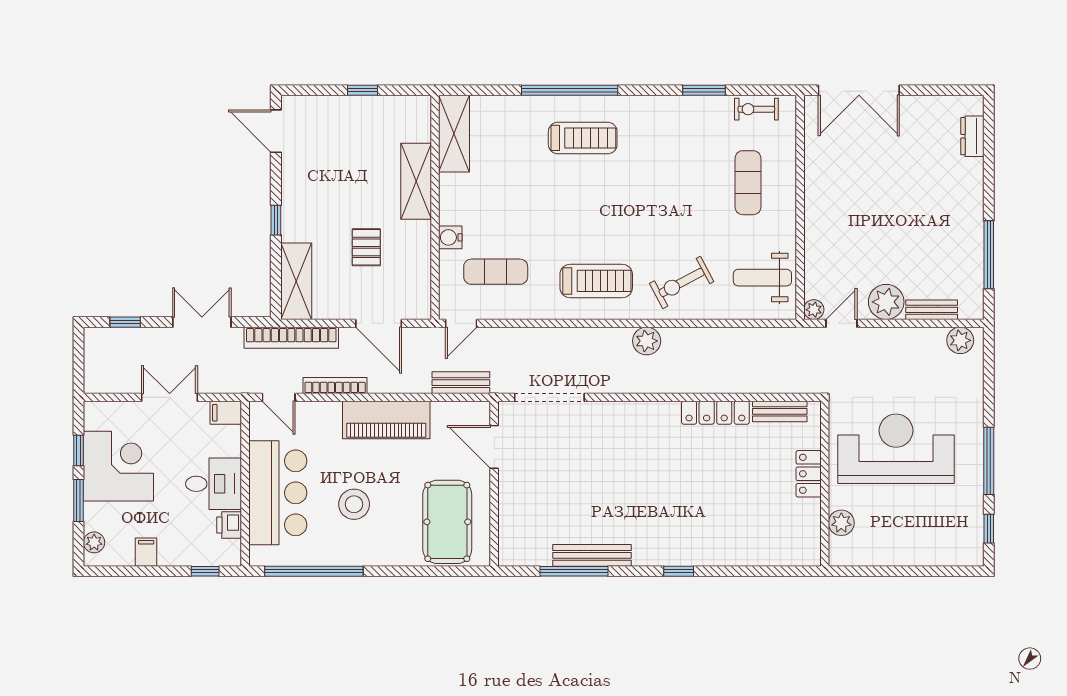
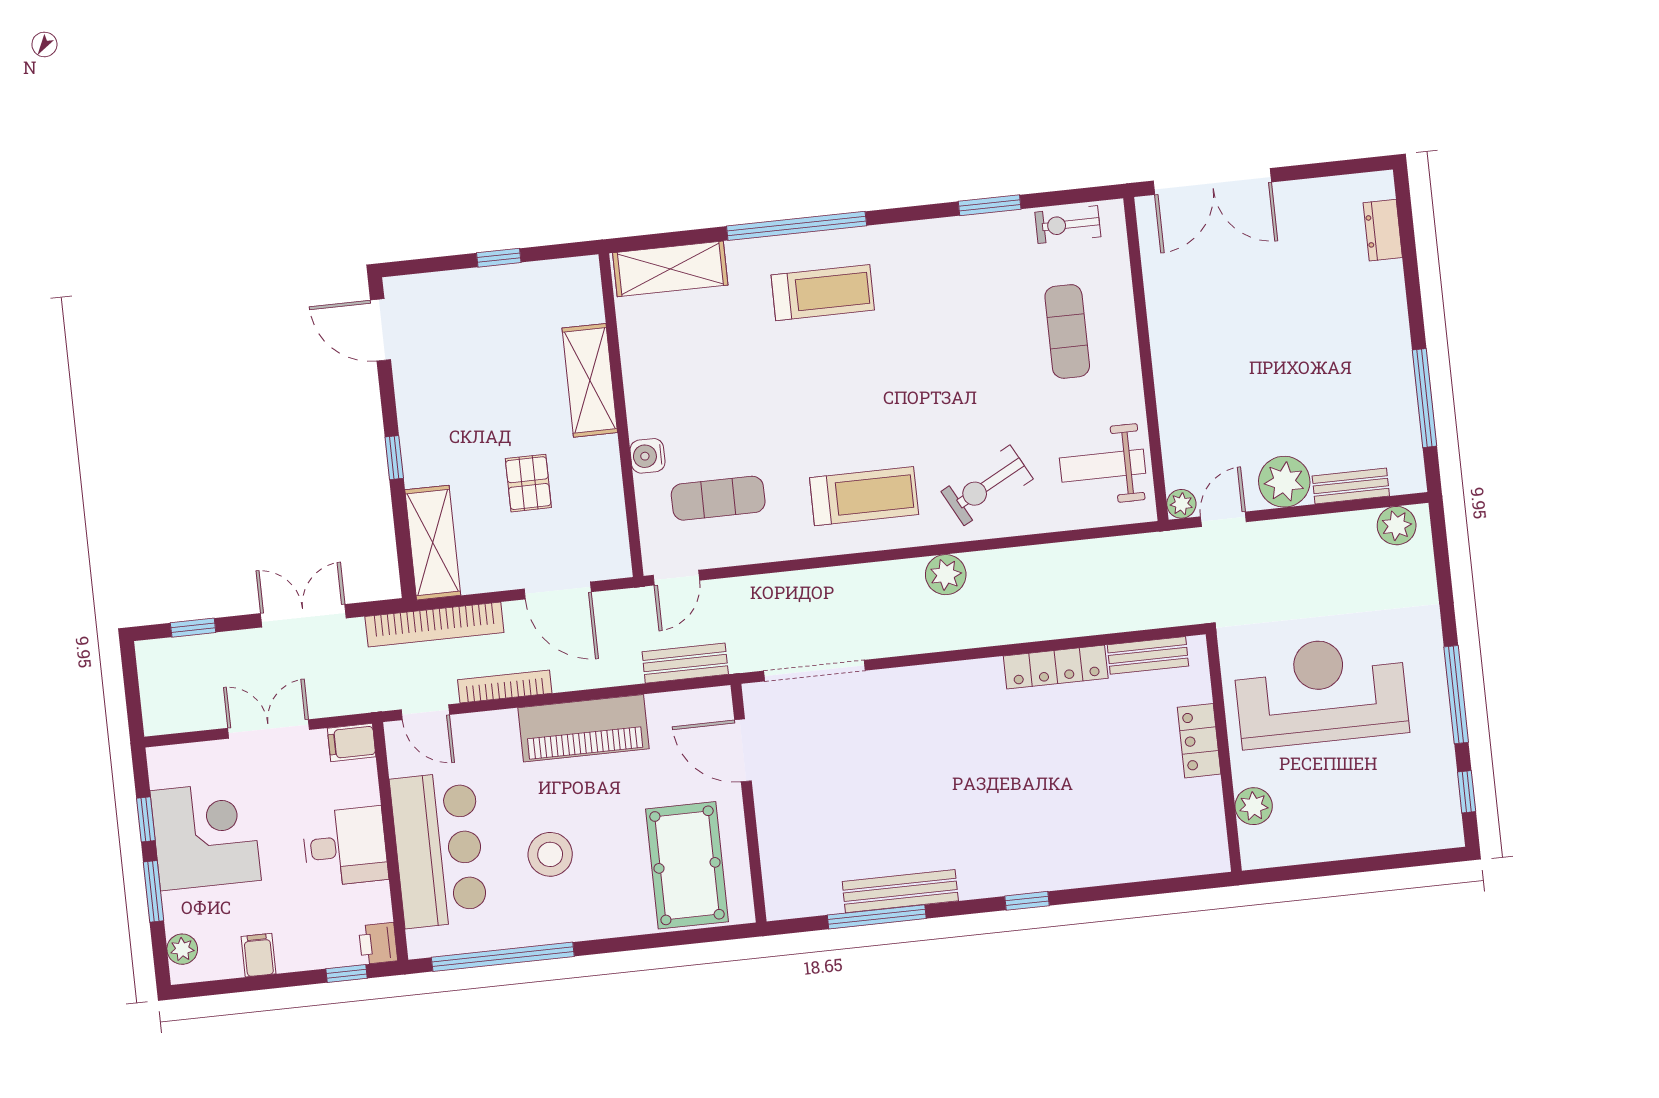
shelving: (454, 134) -> (670, 269), moved, turned 90
printer: (229, 525) -> (378, 943), moved

